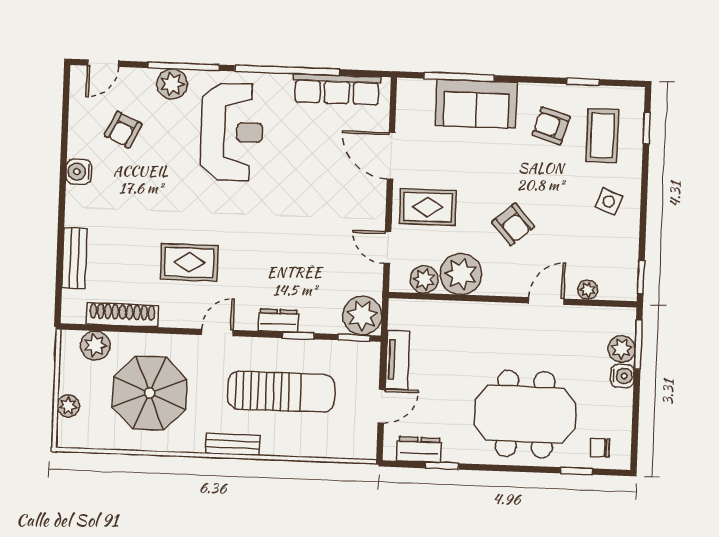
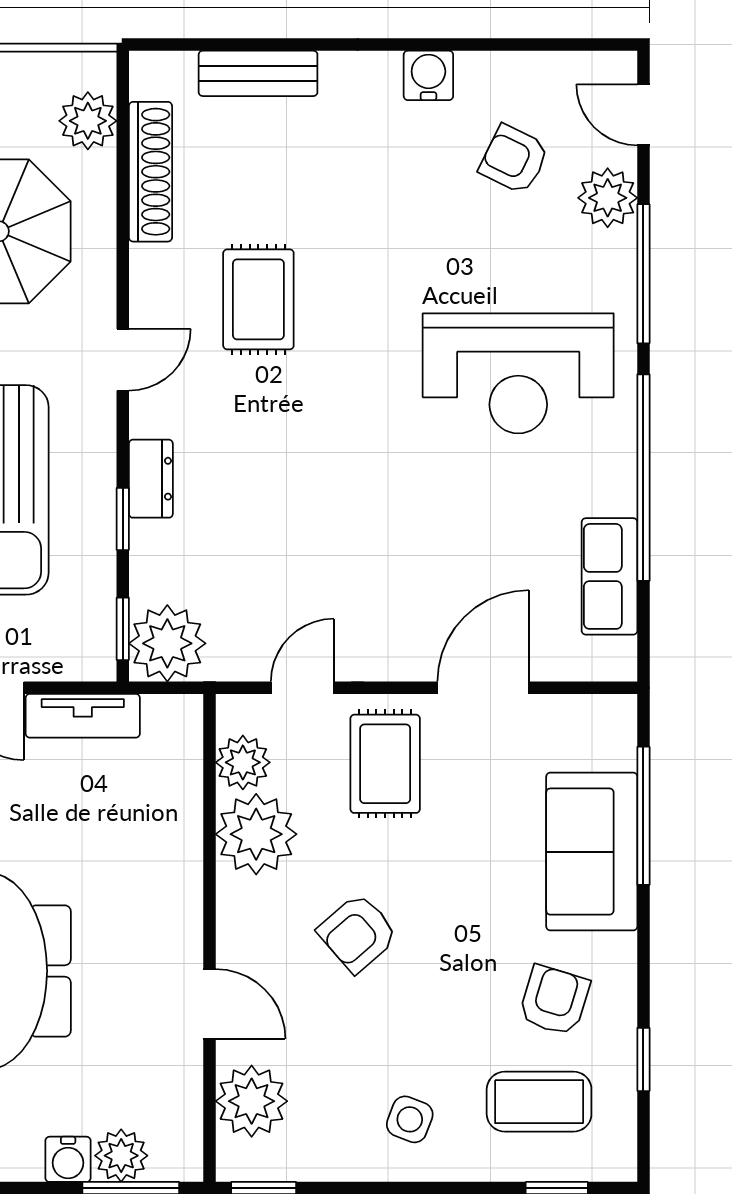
plant: (172, 84) -> (608, 198), moved
row of seats: (337, 89) -> (610, 576), width x0.68
plant: (588, 290) -> (252, 1101), width x1.87, depth x1.87
door: (217, 332) -> (123, 360), hinge flipped

